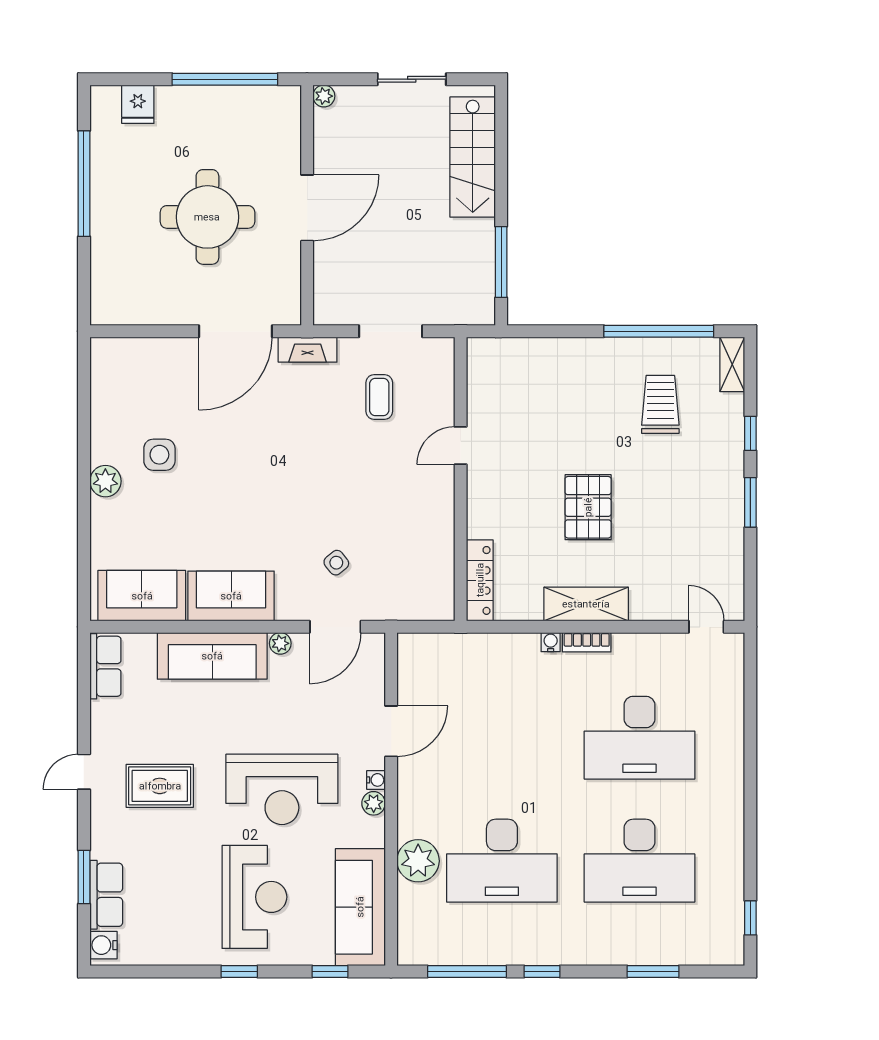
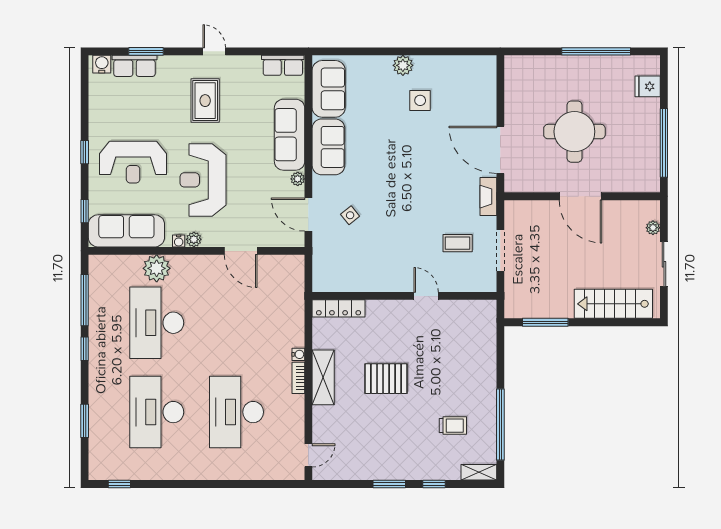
plant: (324, 96) -> (653, 228), moved
trolley: (660, 404) -> (453, 426), width x0.73, depth x0.72
water cooler: (376, 780) -> (179, 241), moved

